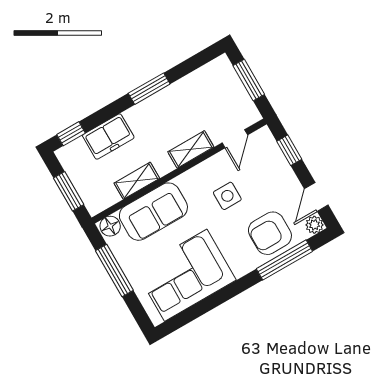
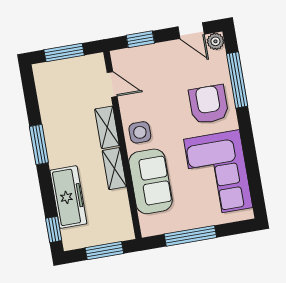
freezer: (108, 137) -> (68, 197), width x1.40
shelving: (137, 181) -> (114, 169), moved
side table: (227, 196) -> (140, 132), moved
floor lamp: (110, 226) -> (149, 225), removed
armchair: (270, 233) -> (209, 104), moved, turned 180

